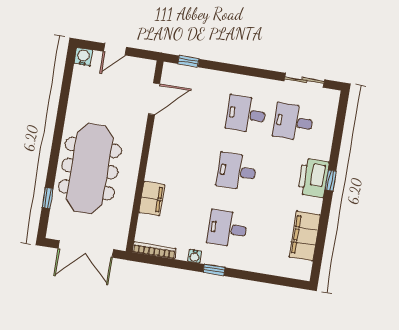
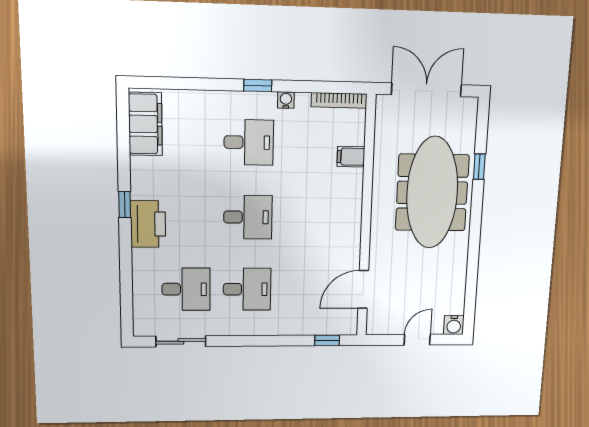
window: (330, 180) -> (125, 204), moved
window: (48, 198) -> (479, 167), moved
filing cabinet: (152, 198) -> (351, 157), width x0.50
filing cabinet: (305, 236) -> (145, 124), moved

